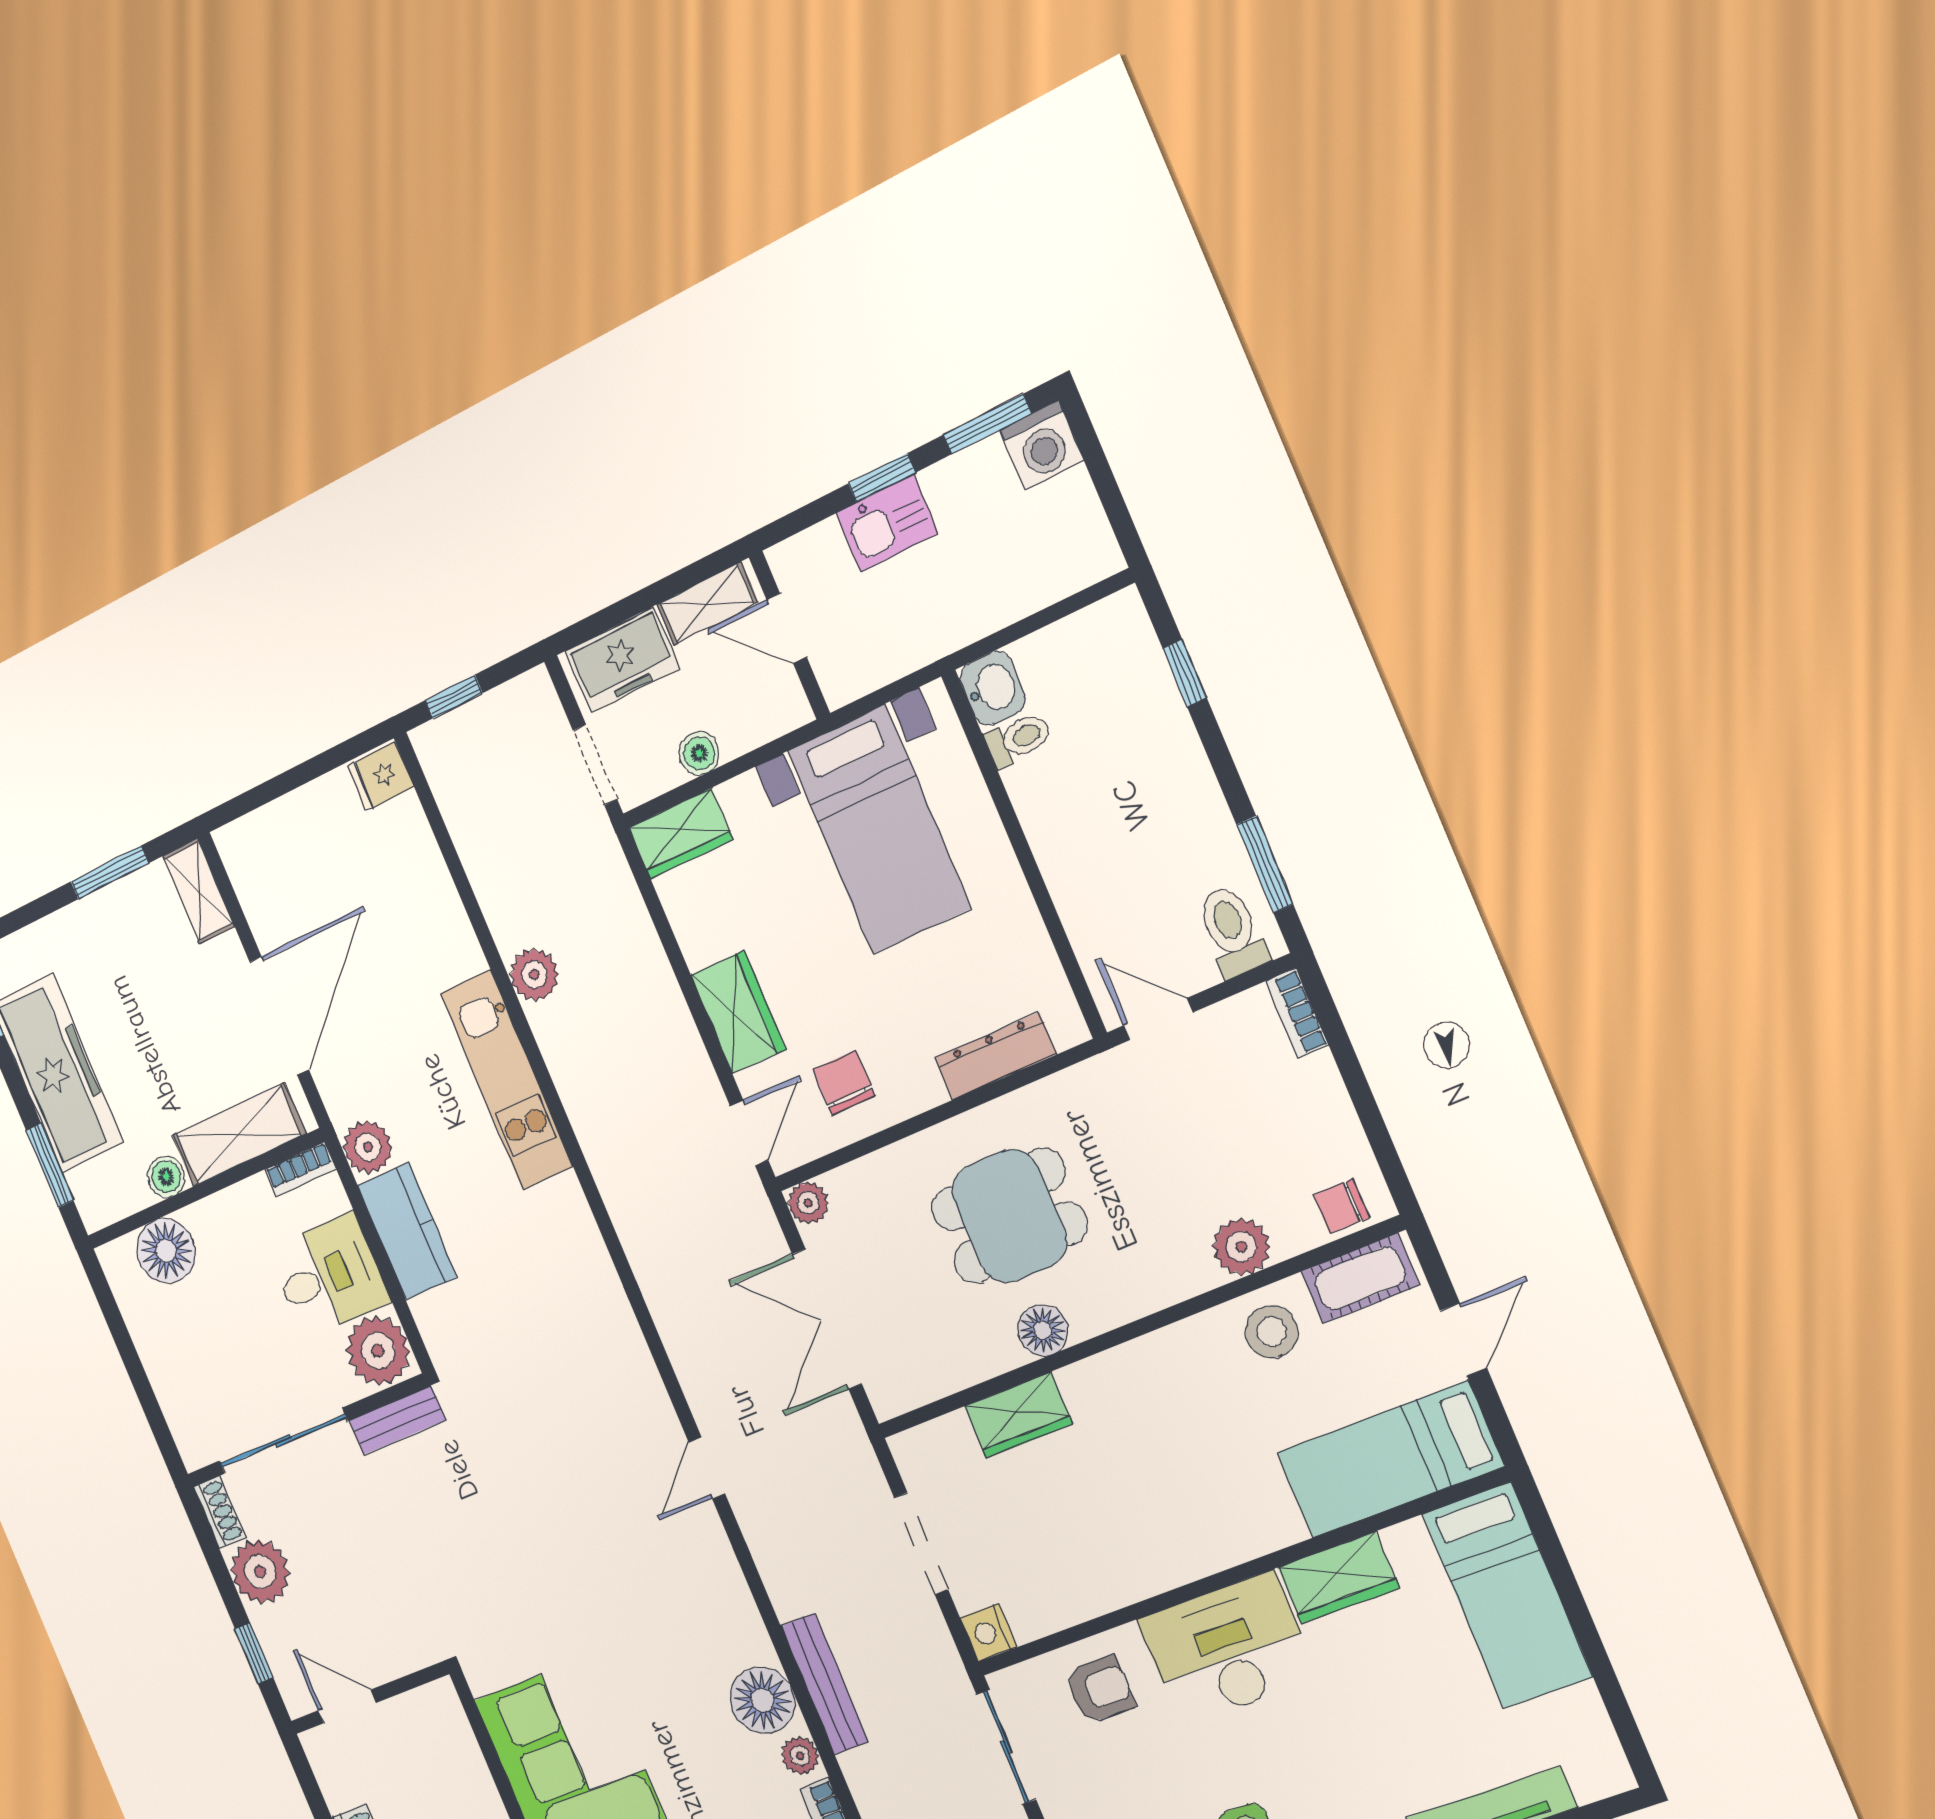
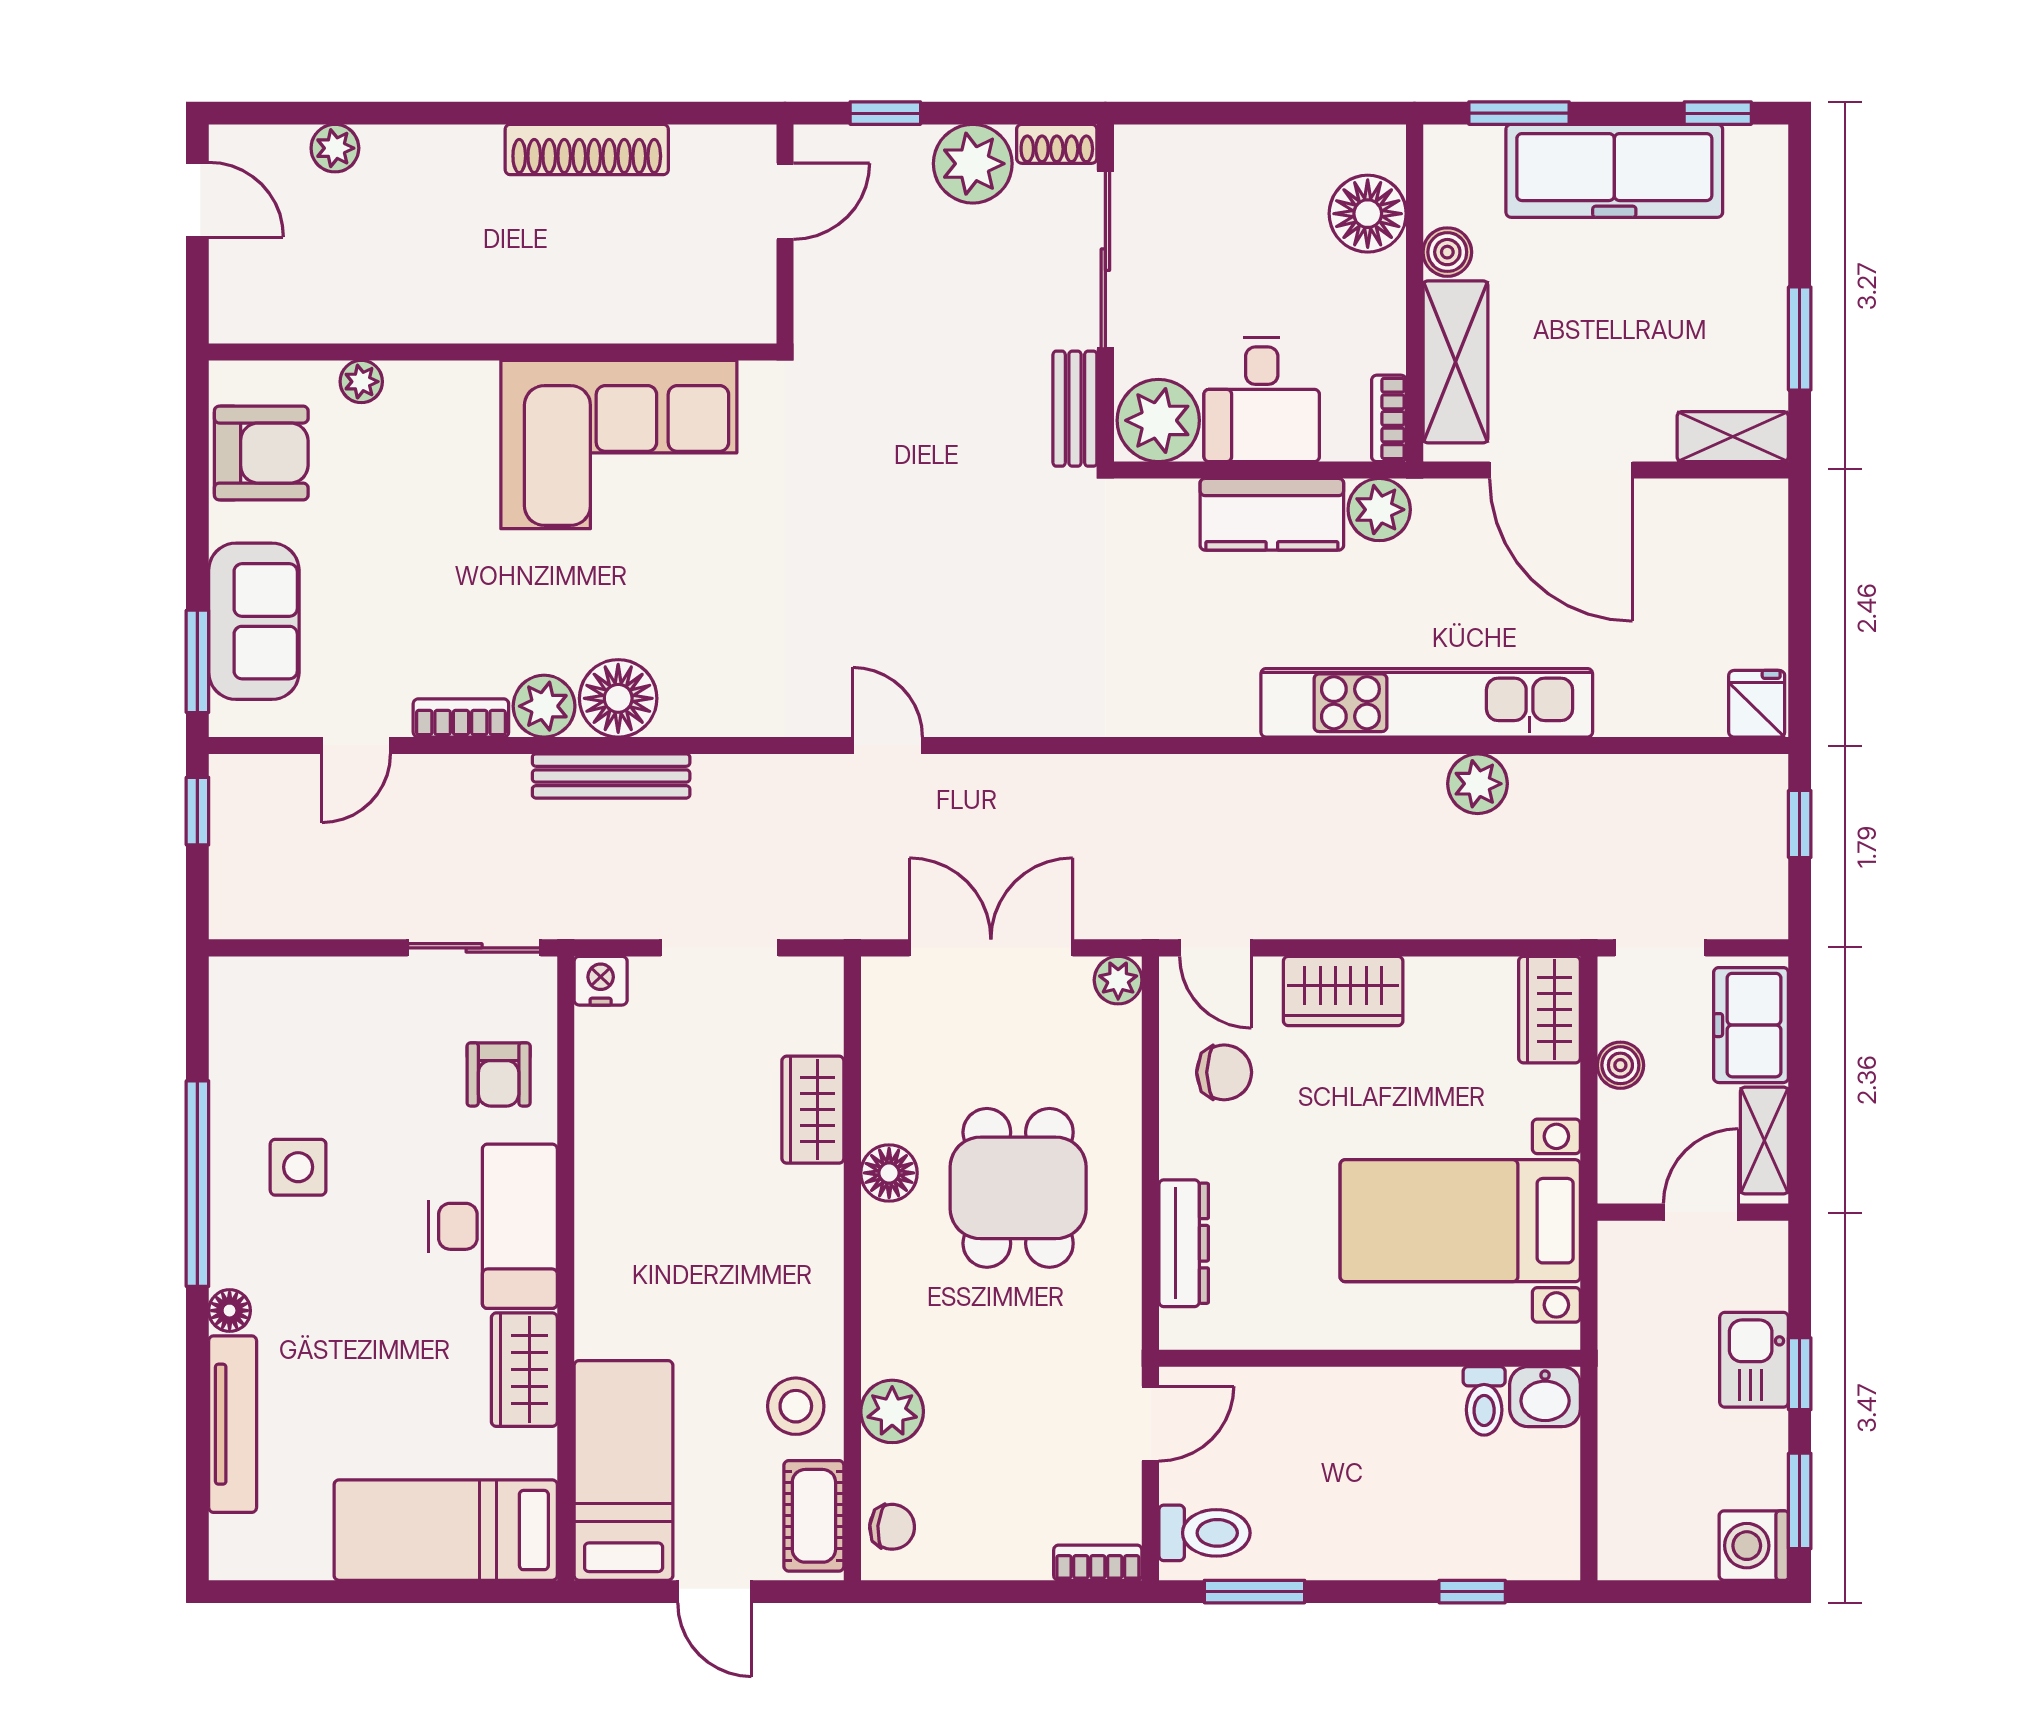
kitchen unit: (507, 1080) -> (1427, 703), width x1.36
chair: (1341, 1206) -> (892, 1527), turned 95
plant: (800, 1756) -> (544, 706), width x1.38, depth x1.38

